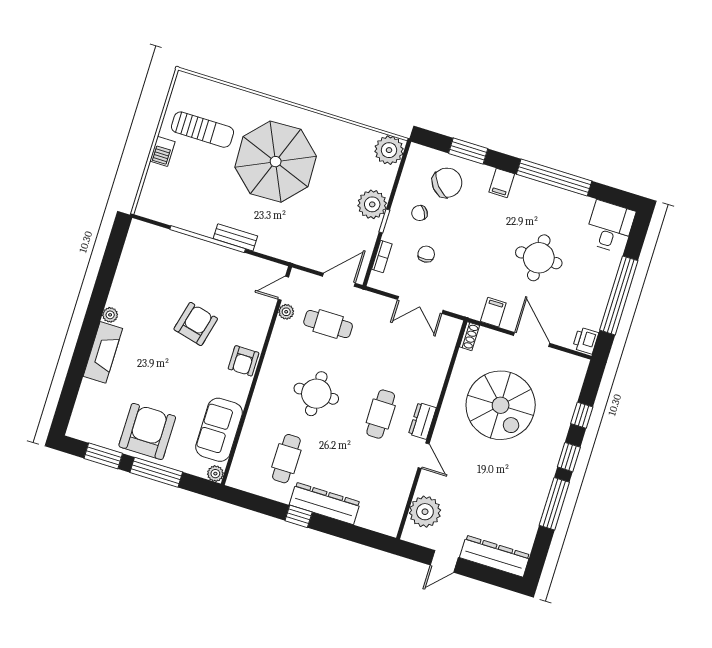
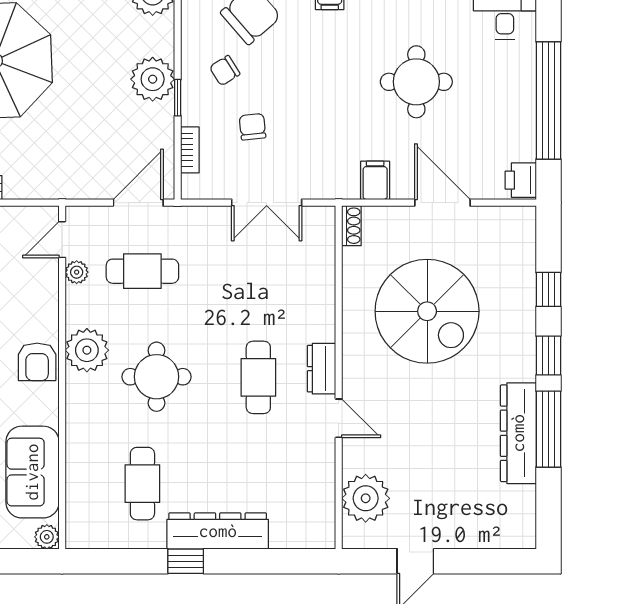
plant: (277, 363) -> (87, 350), added
dresser: (495, 556) -> (518, 433), moved, turned -90

